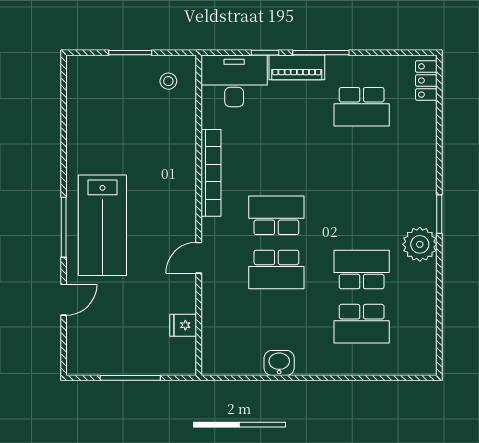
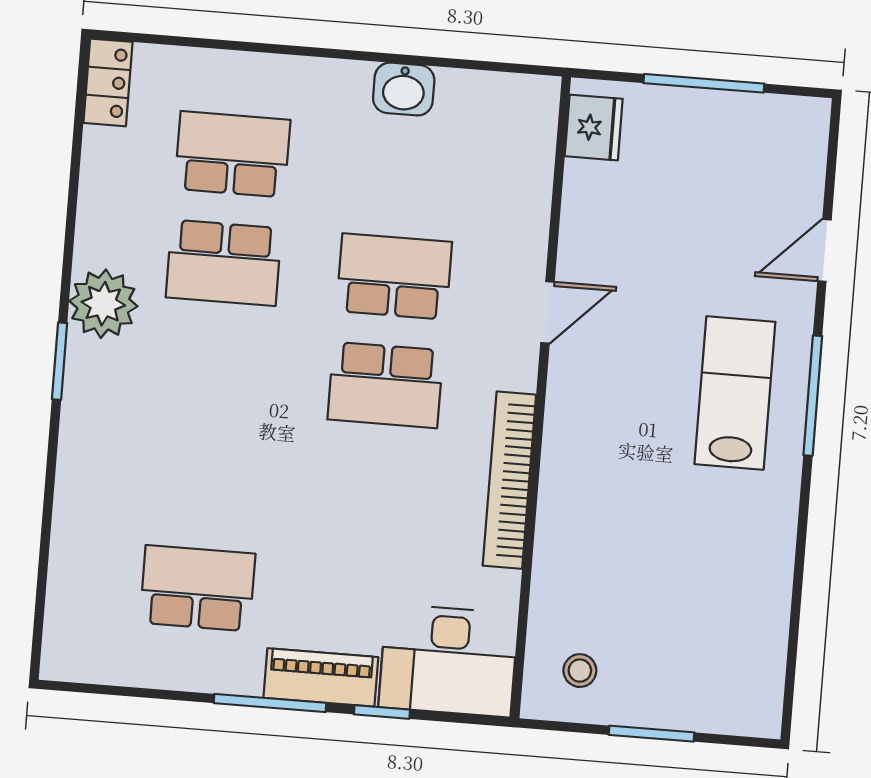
locker: (426, 80) -> (108, 82), moved
lab bench: (102, 225) -> (735, 393), width x0.73, depth x0.72
fridge: (183, 325) -> (594, 128), moved, width x1.38

